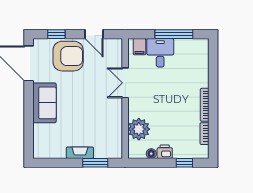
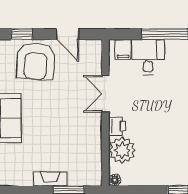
armchair: (68, 56) -> (36, 61), turned 94
printer: (165, 152) -> (117, 126), moved, turned 90
floor lamp: (151, 154) -> (115, 180), moved

